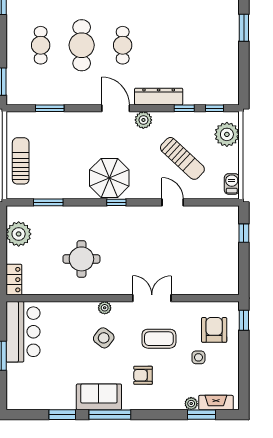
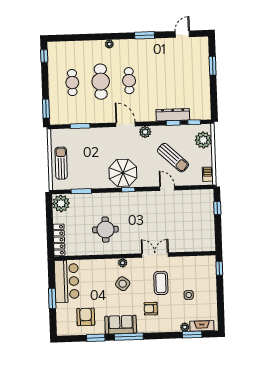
dresser: (159, 97) -> (173, 115), moved
plant: (19, 234) -> (61, 203), moved
locker: (14, 280) -> (59, 240), width x1.53
armchair: (214, 330) -> (86, 317), moved
coffee table: (159, 339) -> (161, 283), turned 90

